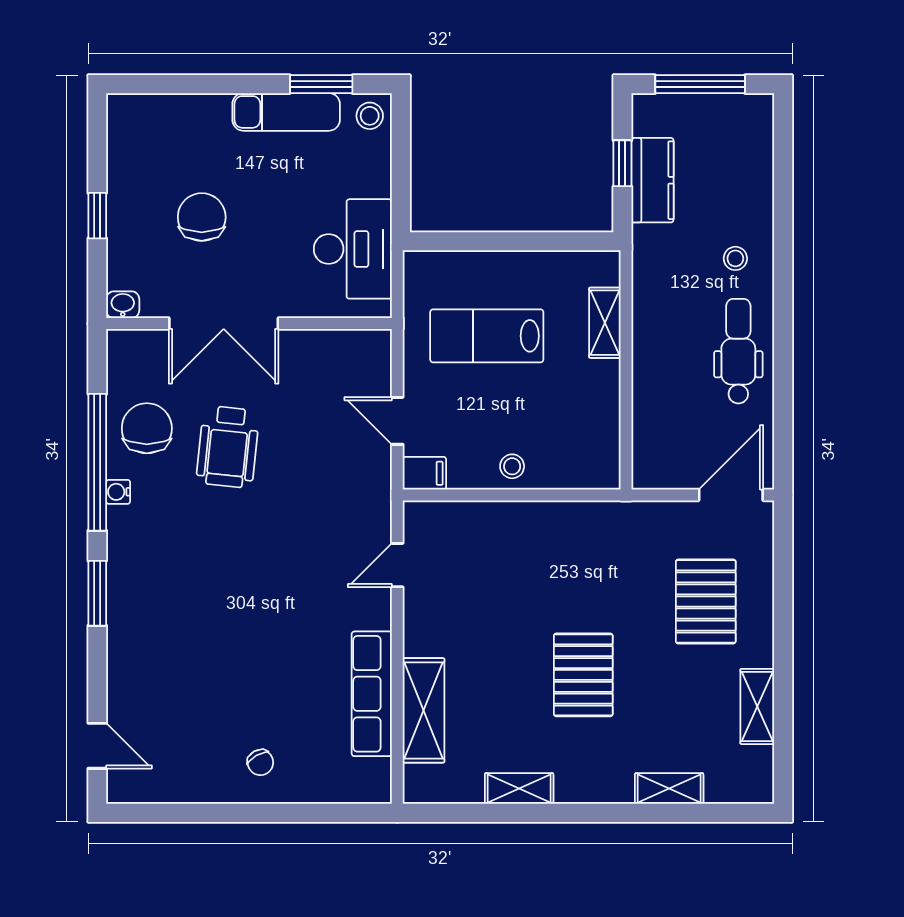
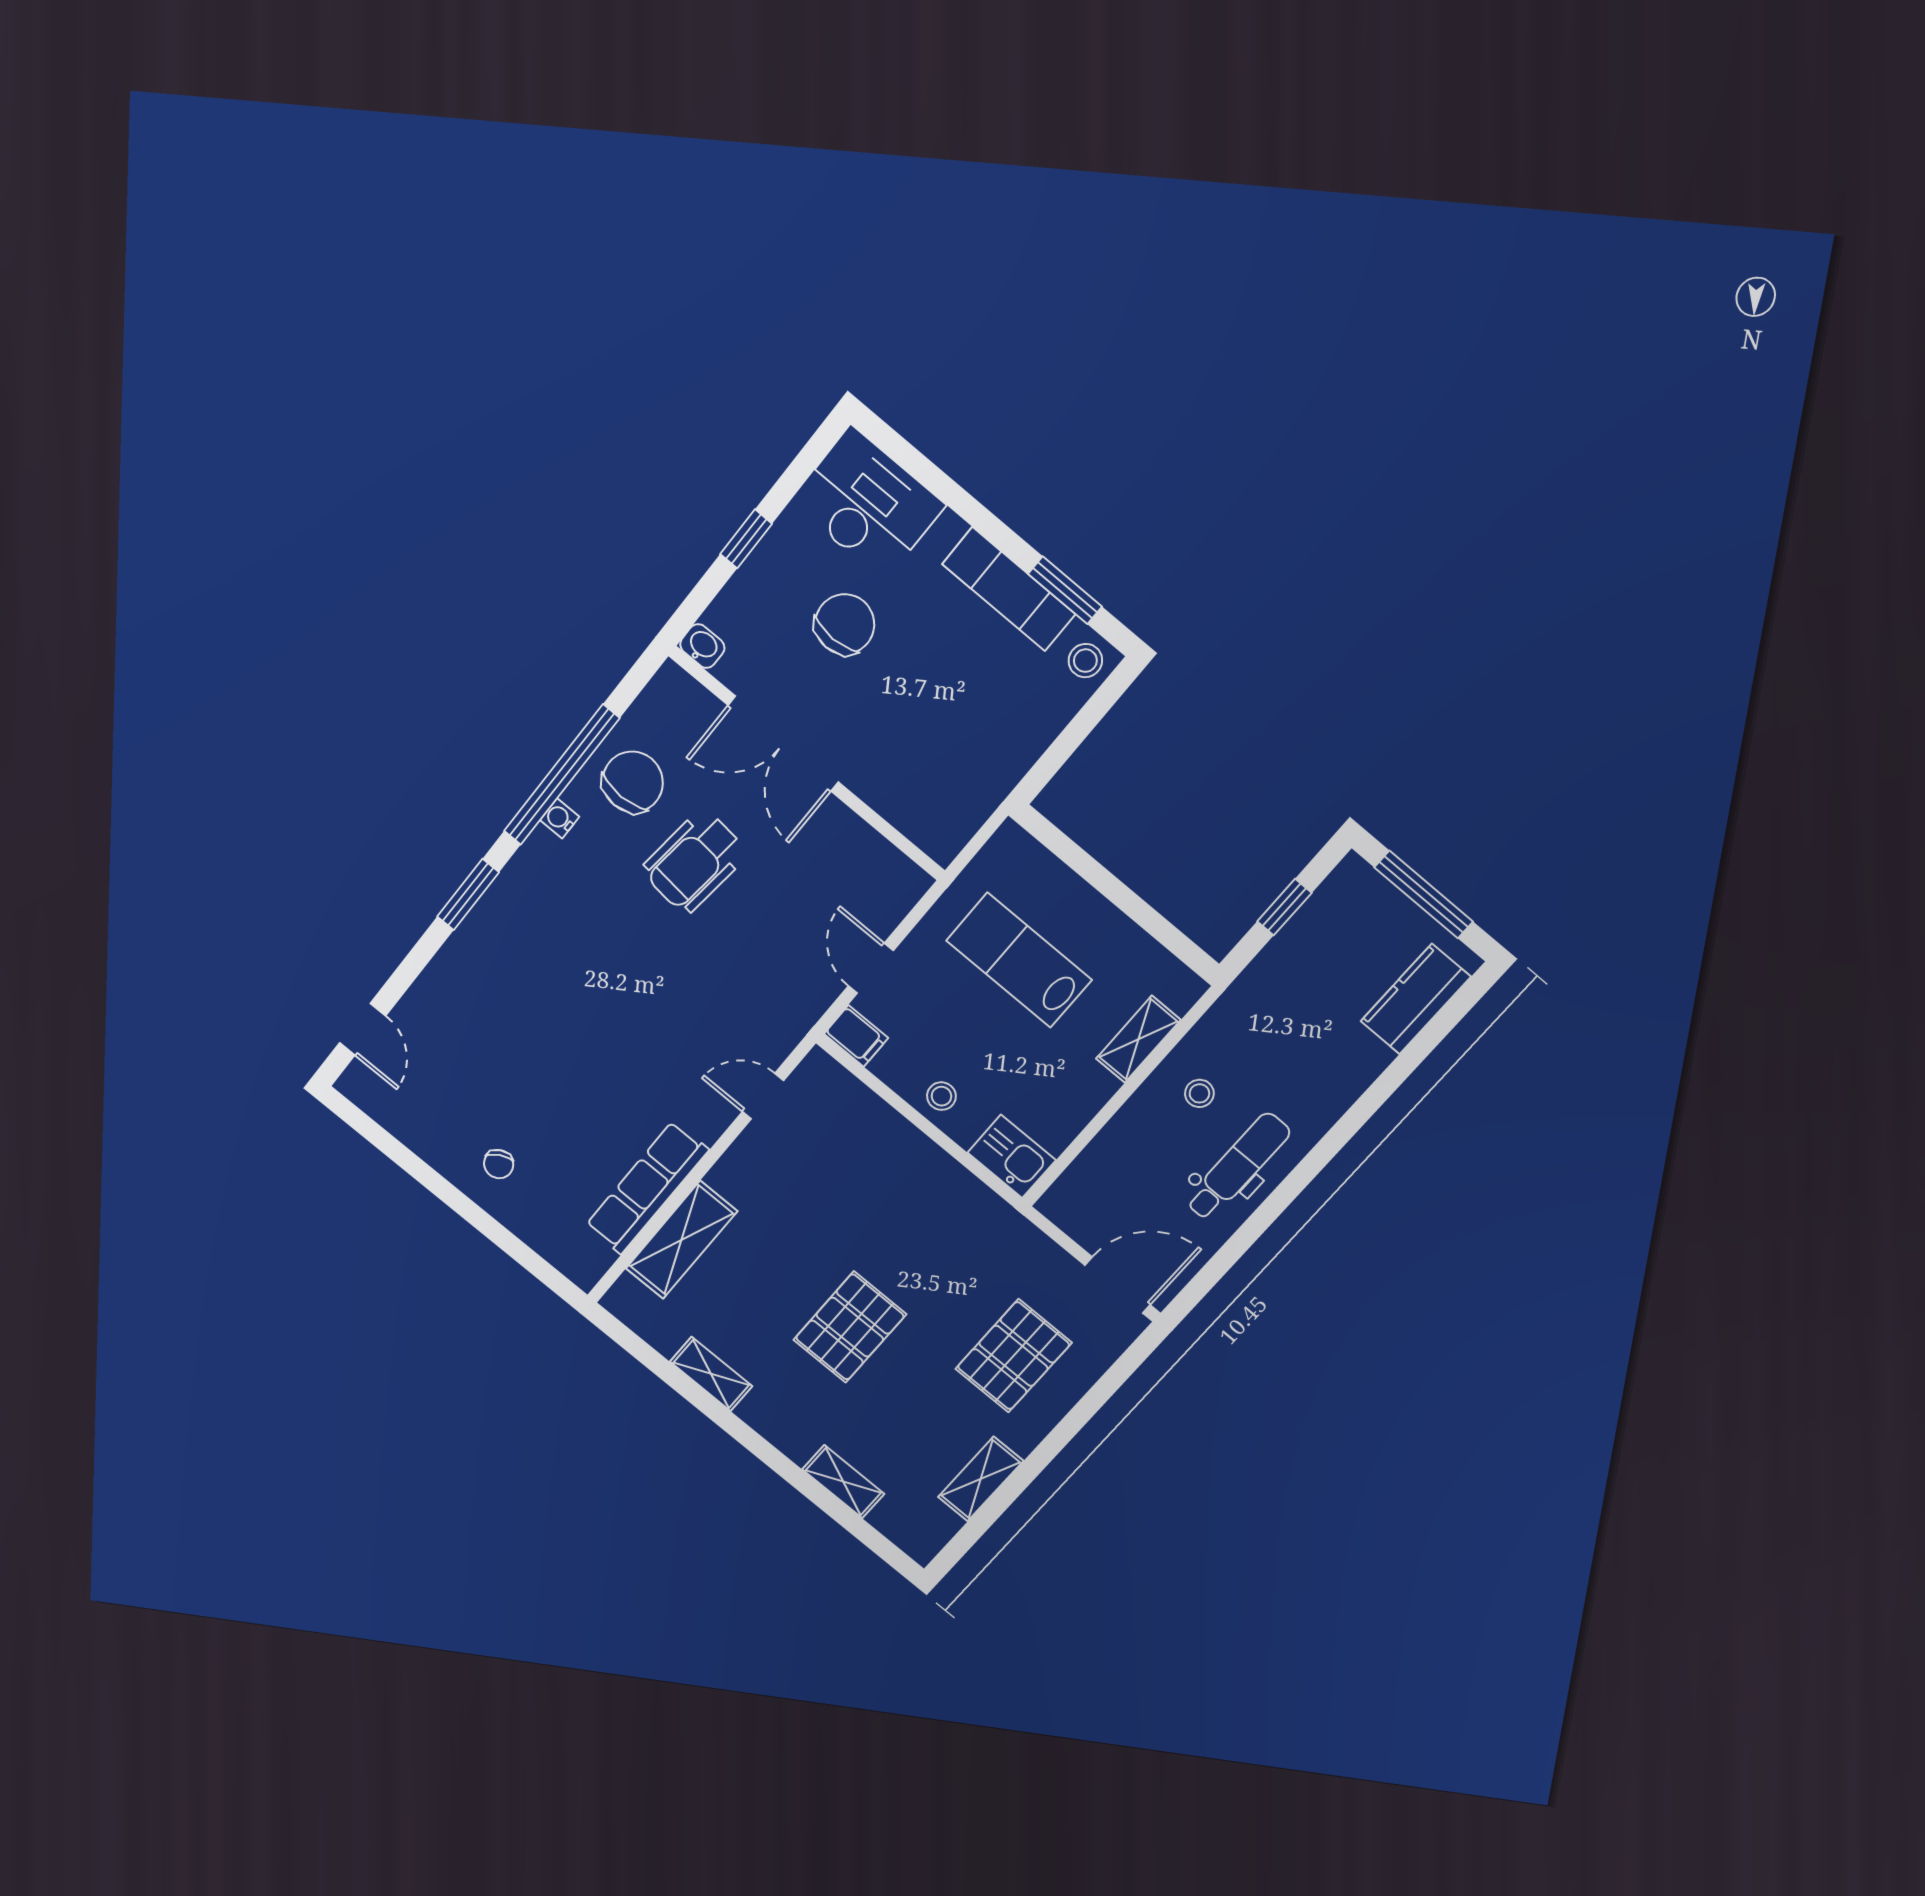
kitchen counter: (652, 180) -> (1416, 999), moved, turned 180
desk: (353, 249) -> (868, 504), moved, turned -90
stool: (735, 258) -> (1199, 1093), moved
kitchen sink: (590, 468) -> (1012, 1156), added

